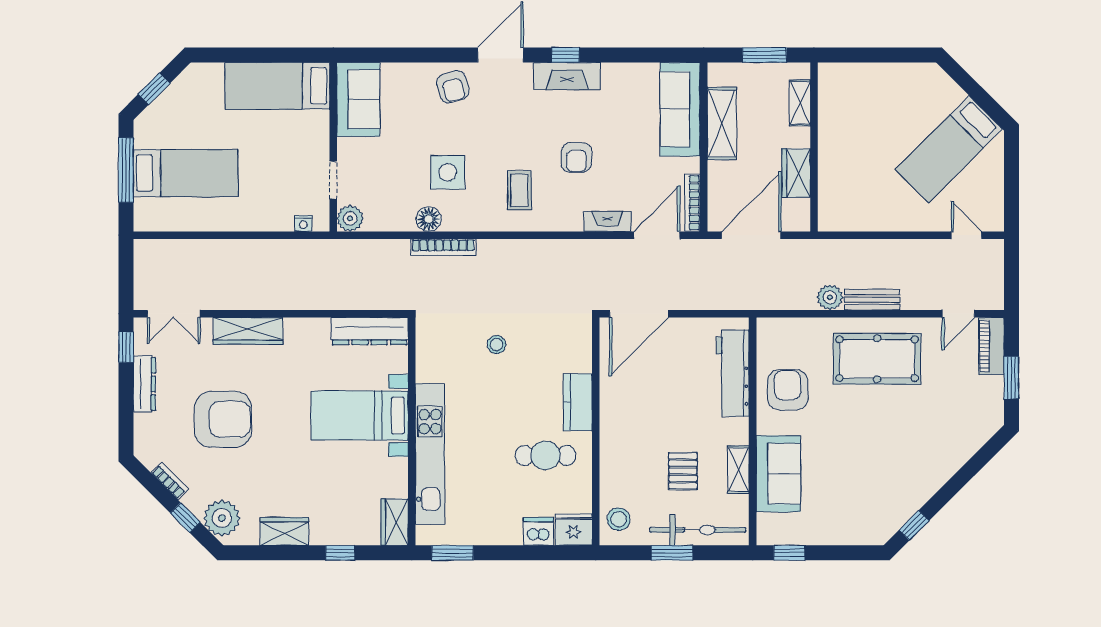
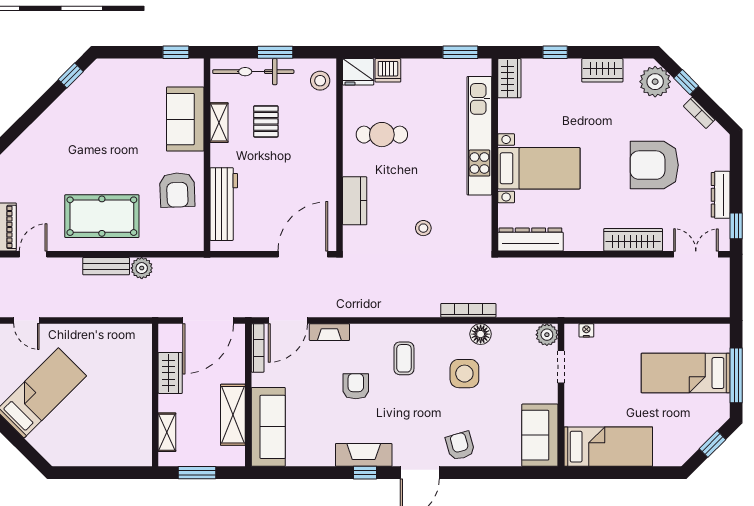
kitchen counter: (578, 402) -> (355, 201), moved

